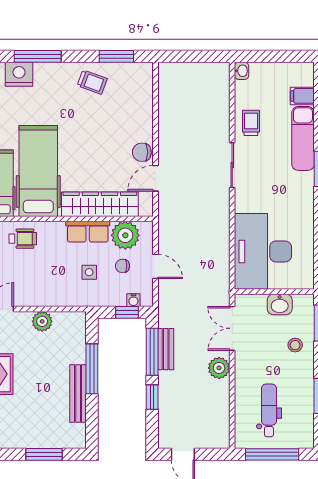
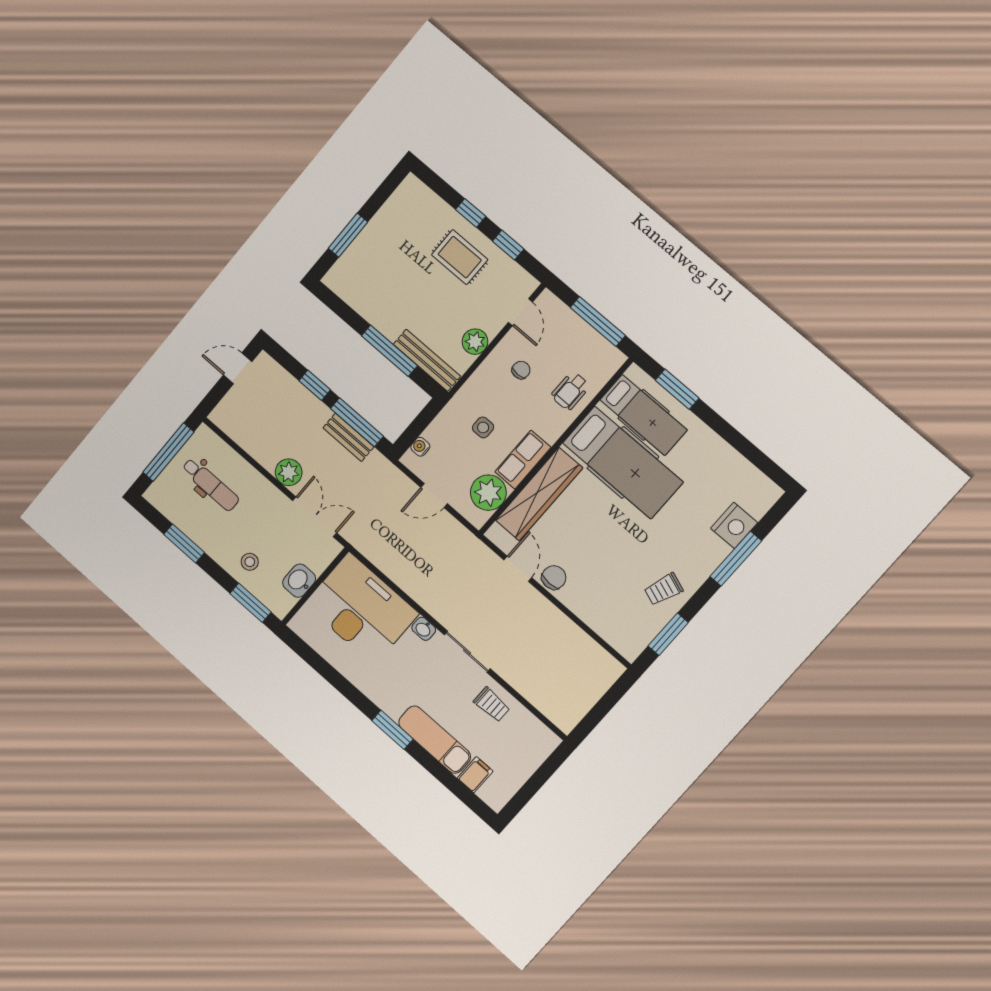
washbasin: (242, 71) -> (424, 629), moved
chair: (123, 266) -> (521, 370), moved
window: (127, 312) -> (414, 431), removed
bench: (78, 394) -> (427, 360), moved

